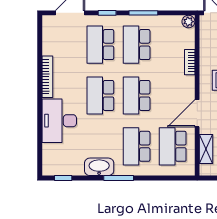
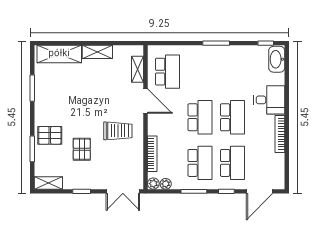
plant: (175, 21) -> (166, 184), added
bookcase: (190, 62) -> (152, 154), width x1.56
door: (197, 113) -> (146, 101), hinge flipped
desk: (59, 121) -> (269, 100), width x0.73
school desk: (137, 146) -> (200, 72), removed
washbasin: (99, 167) -> (277, 59), moved, turned 90

